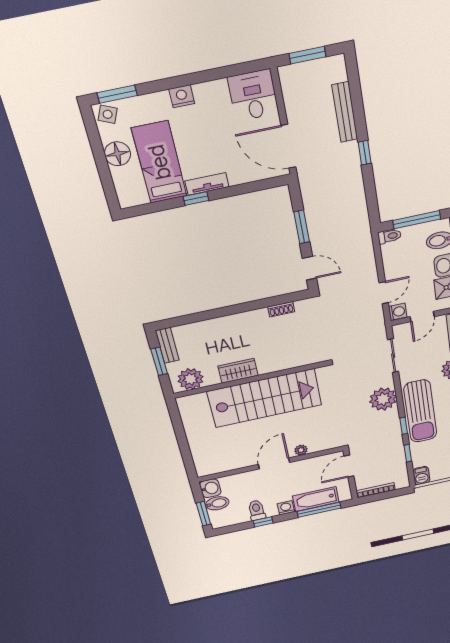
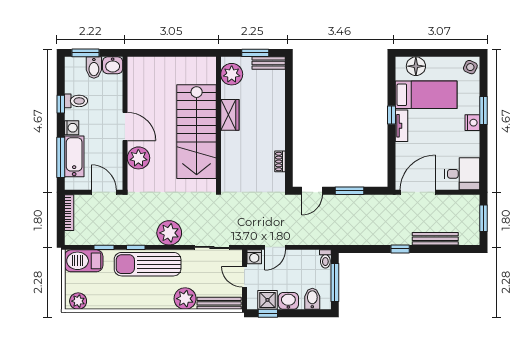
window: (117, 94) -> (483, 110), moved
floor lamp: (117, 154) -> (416, 66), moved
door: (384, 293) -> (275, 247), hinge flipped
plant: (301, 450) -> (138, 158), width x1.87, depth x1.87
barbecue: (421, 476) -> (84, 261), width x1.88, depth x1.53

